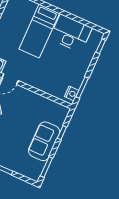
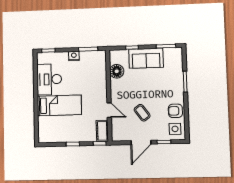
nightstand: (72, 93) -> (74, 56), moved
floor lamp: (45, 106) -> (117, 71), added

